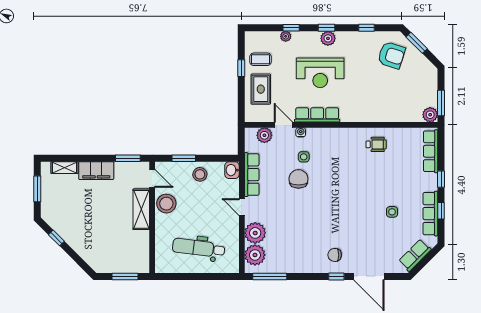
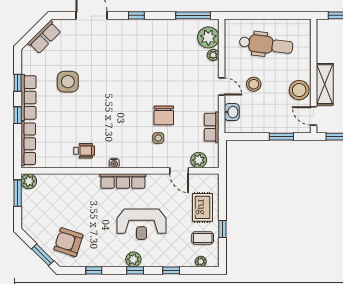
plant: (286, 36) -> (201, 261), moved
reception desk: (320, 73) -> (142, 224), turned 180
row of seats: (317, 115) -> (123, 181), moved
water cooler: (301, 132) -> (114, 163), moved
wheelchair: (376, 144) -> (84, 151), turned 180
washbasin: (232, 170) -> (232, 112), moved
stool: (200, 174) -> (254, 84), moved
row of seats: (252, 175) -> (212, 127), width x0.68
side table: (392, 212) -> (68, 82), width x1.87, depth x1.87
row of seats: (430, 214) -> (29, 98), moved
plant: (255, 233) -> (213, 55), width x0.53, depth x0.53
chair: (335, 255) -> (127, 37), removed
window: (336, 276) -> (136, 15), moved

